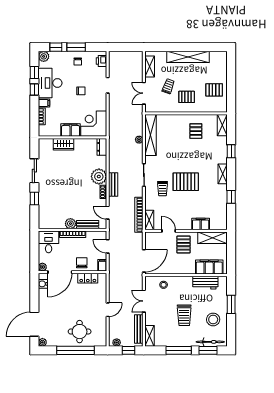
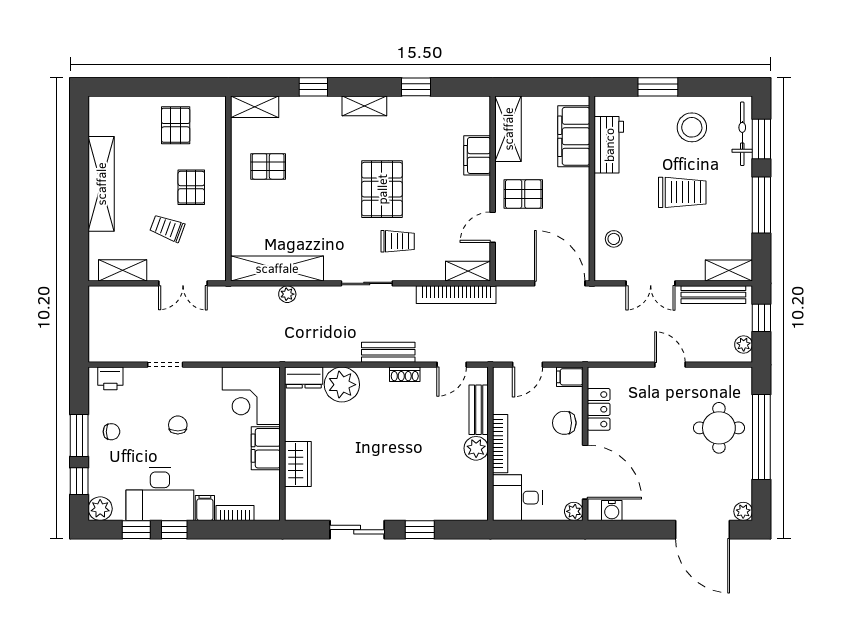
plant: (99, 177) -> (342, 385), moved

